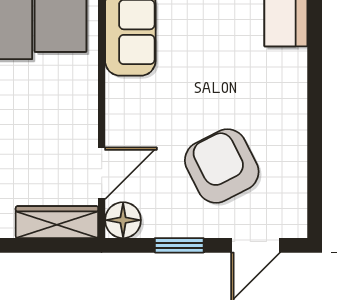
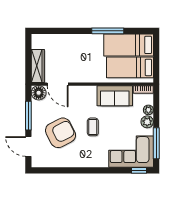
coffee table: (207, 86) -> (93, 127), added
window: (179, 245) -> (28, 116), width x1.44

